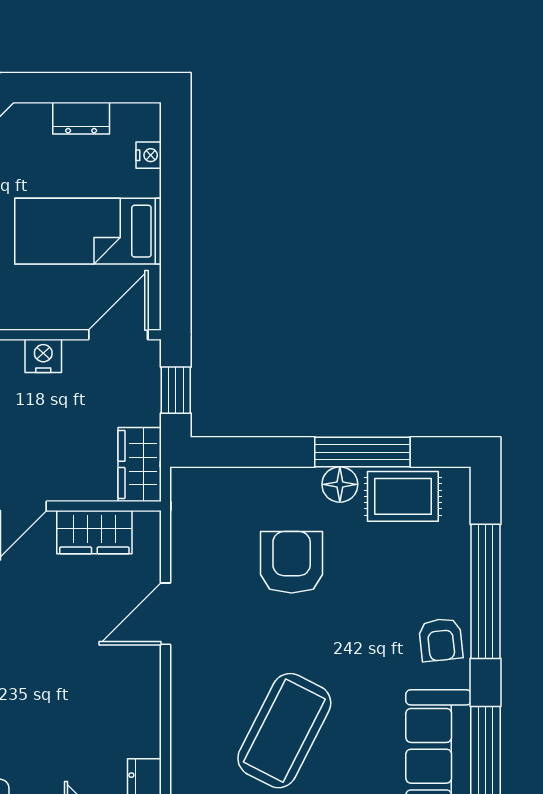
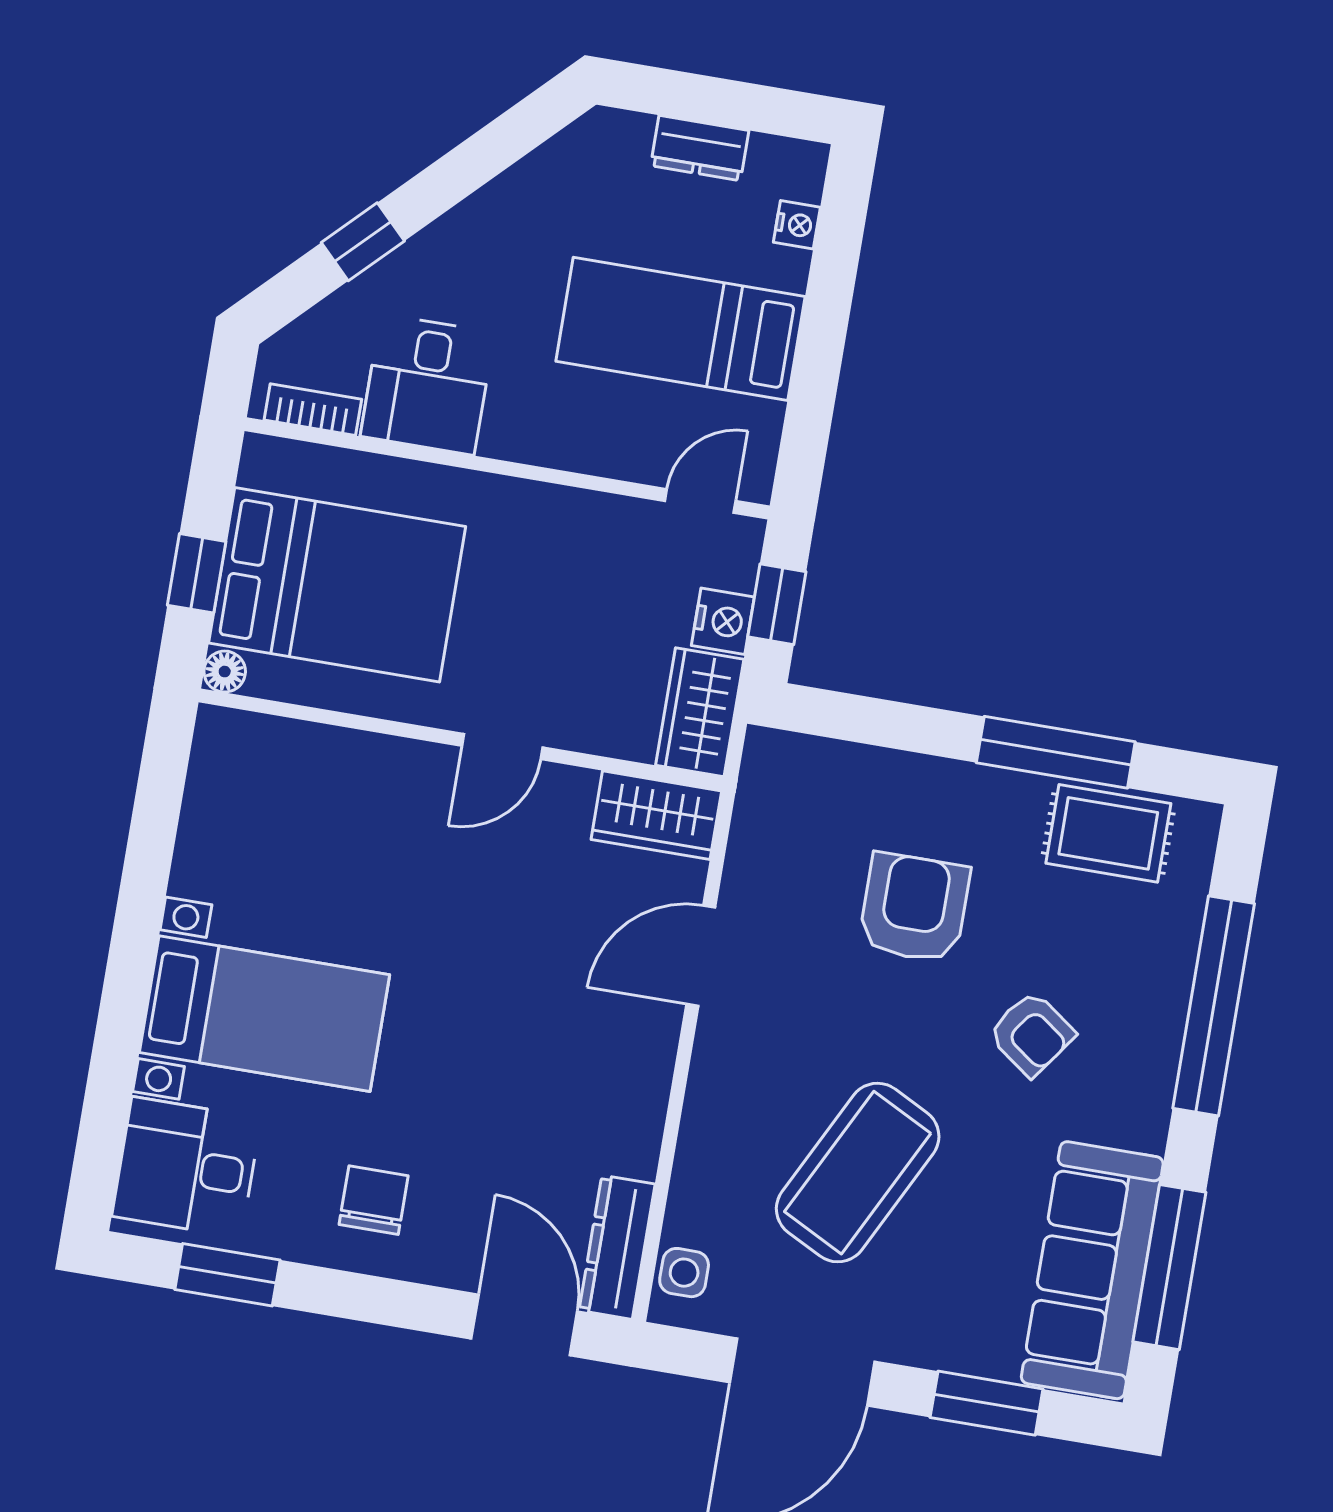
door: (118, 335) -> (700, 501), width x0.73
nightstand: (43, 356) -> (723, 621), moved, turned 90
floor lamp: (340, 484) -> (1011, 798), removed
wardrobe: (94, 532) -> (656, 815), moved
armchair: (441, 640) -> (1032, 1034), moved, turned -48

